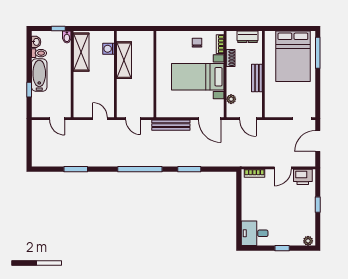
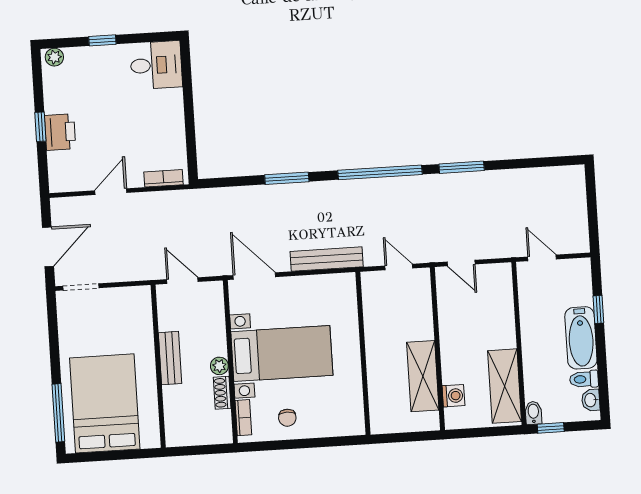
dresser: (247, 37) -> (193, 435), removed
plant: (231, 99) -> (219, 366), moved
window: (76, 169) -> (462, 167), moved
printer: (303, 177) -> (60, 132), moved, turned 90

